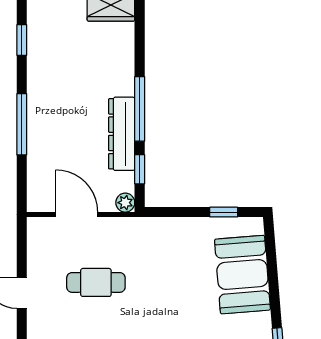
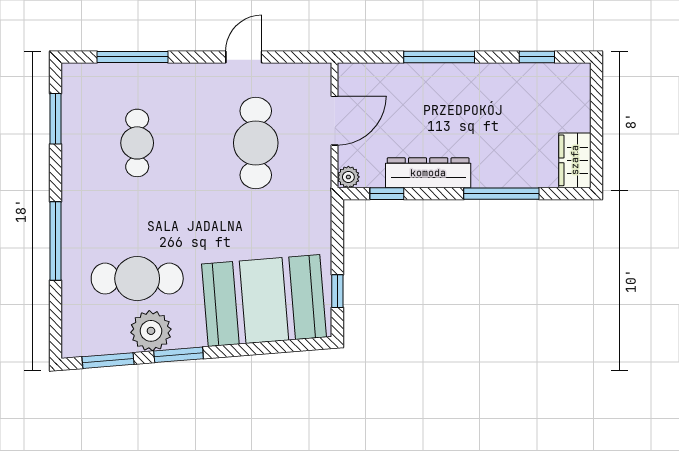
window: (140, 109) -> (501, 194), moved
booth: (242, 275) -> (264, 301), width x1.36, depth x1.42
cafe table: (96, 282) -> (256, 143), width x1.37, depth x1.35

